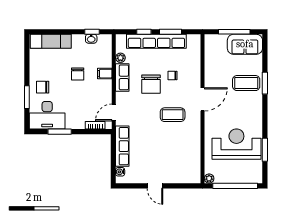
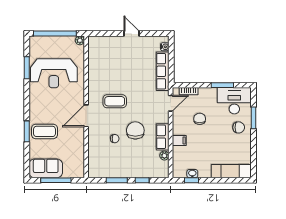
row of seats: (156, 41) -> (130, 171), removed
chair: (78, 74) -> (200, 119), moved

